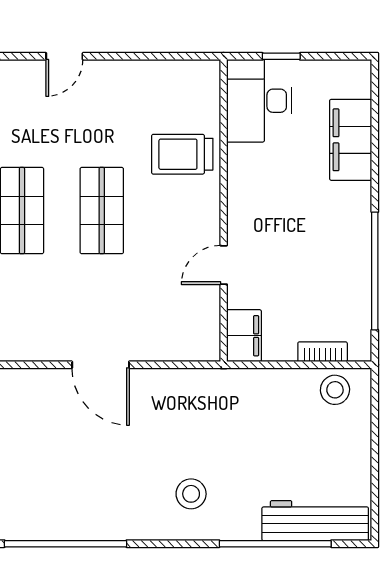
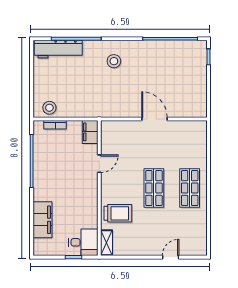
shelving: (208, 88) -> (107, 243), added
desk: (259, 101) -> (83, 242), width x0.73

